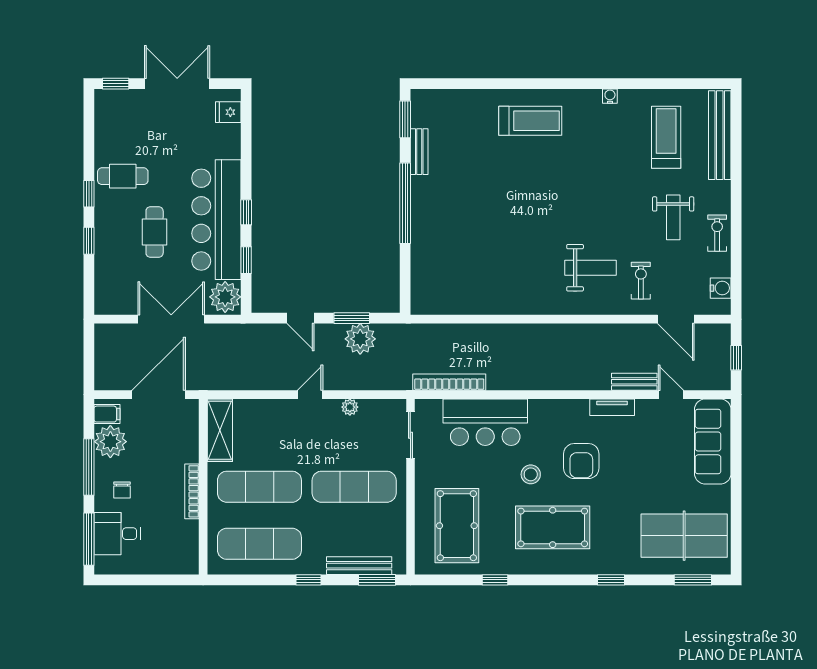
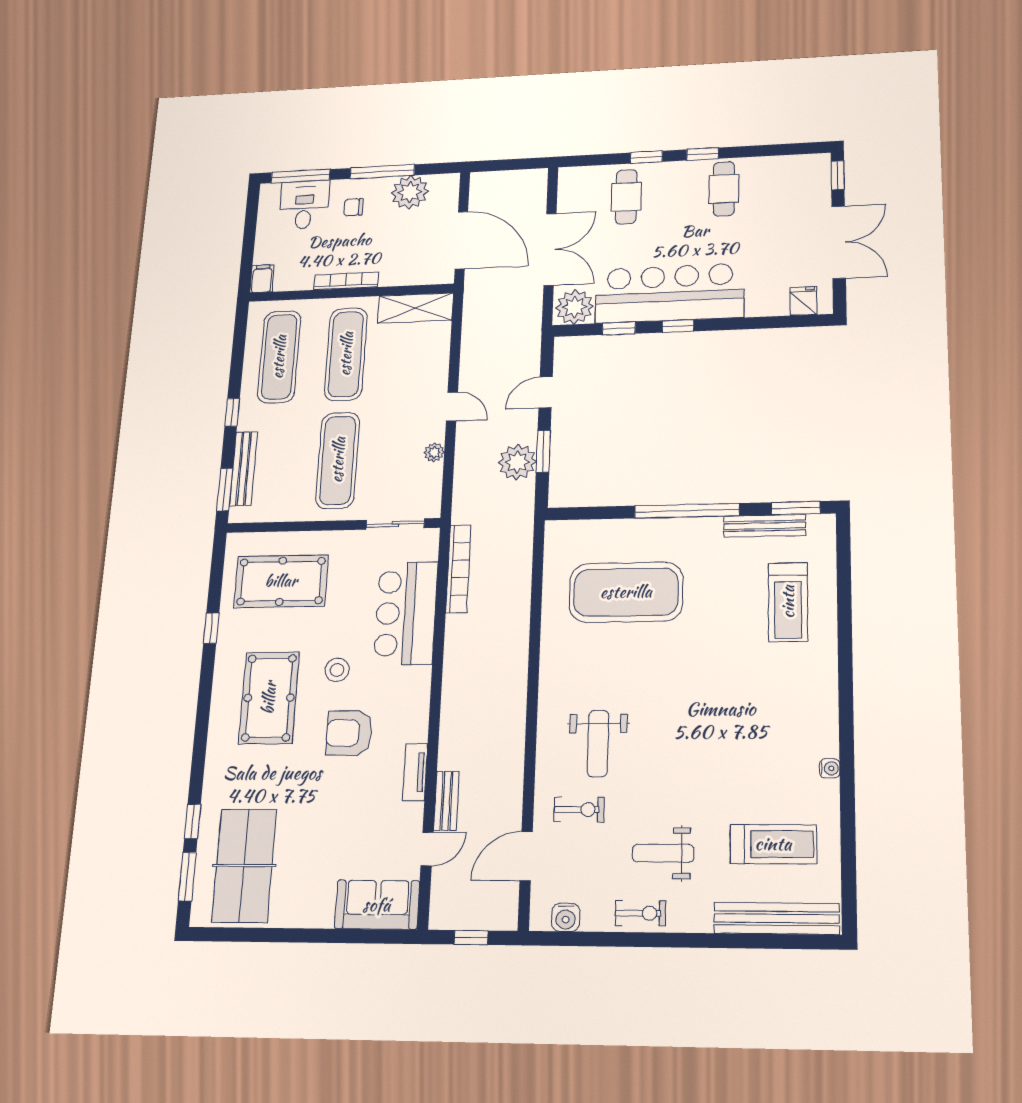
treadmill: (530, 121) -> (788, 602), moved
bench: (419, 152) -> (764, 526), width x1.36
cafe table: (155, 232) -> (626, 197), moved, turned 90
exercise mat: (471, 249) -> (626, 592), added
filing cabinet: (107, 414) -> (262, 279), moved, turned 180
sofa: (713, 442) -> (377, 905), width x0.73
window: (611, 580) -> (193, 821), moved

